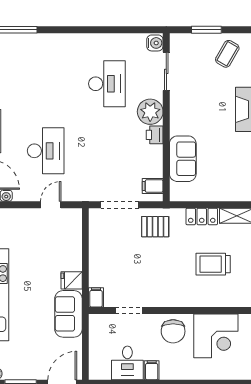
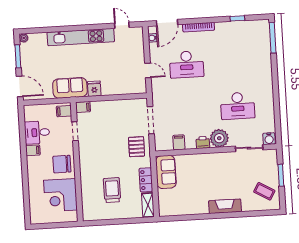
sofa: (183, 159) -> (166, 172), moved, turned -90
filing cabinet: (153, 186) -> (179, 142), moved
filing cabinet: (100, 324) -> (64, 111), added

